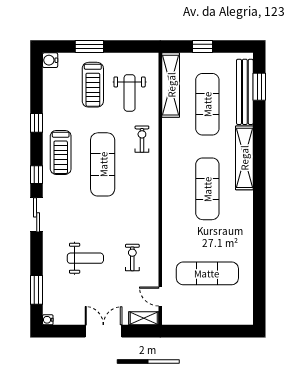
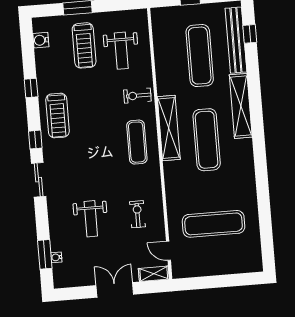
water cooler: (50, 60) -> (41, 40), moved
shelving: (171, 85) -> (169, 128), moved
window: (259, 87) -> (250, 34), width x0.67
exercise bike: (142, 139) -> (137, 96), turned -90
exercise mat: (103, 164) -> (137, 142), moved, width x0.73, depth x0.69
weight bench: (85, 258) -> (91, 219), turned 90
water cooler: (48, 320) -> (56, 257), moved

